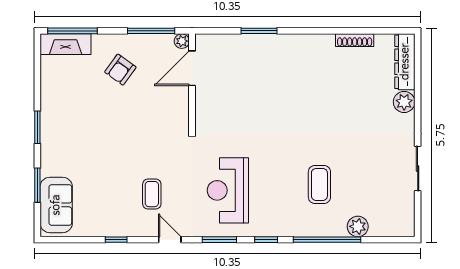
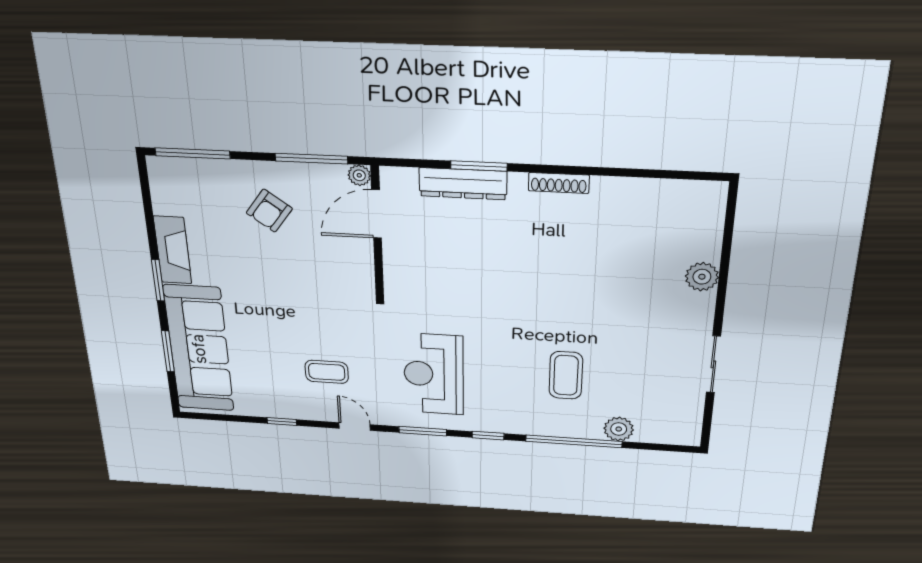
shoe rack: (355, 40) -> (559, 183), moved
fireplace: (66, 44) -> (173, 250), moved, turned -90
dresser: (405, 62) -> (463, 184), moved, turned -90
coffee table: (152, 194) -> (327, 372), turned 90
sofa: (56, 205) -> (199, 349), width x1.85, depth x1.27

